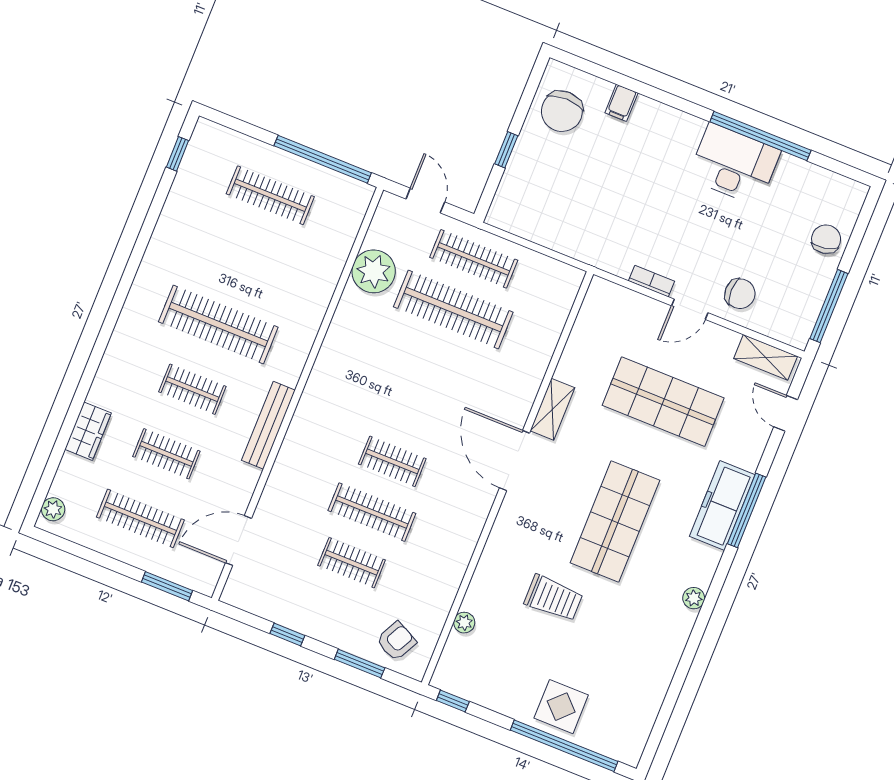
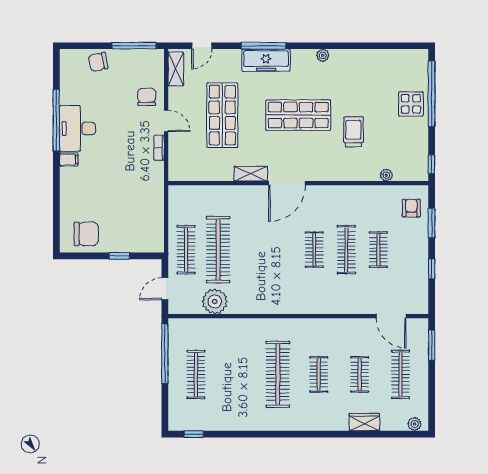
filing cabinet: (621, 103) -> (69, 160), moved
bench: (268, 425) -> (322, 325), removed
armchair: (396, 641) -> (411, 208), turned 63

